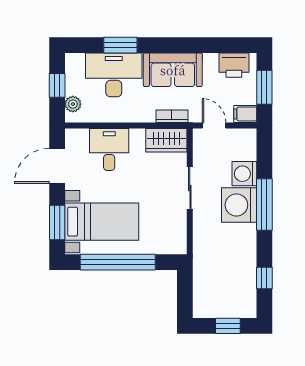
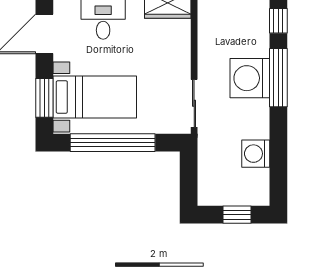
washing machine: (244, 174) -> (256, 154), moved
sliding door: (190, 188) -> (194, 103), moved
window: (264, 278) -> (278, 21), moved

